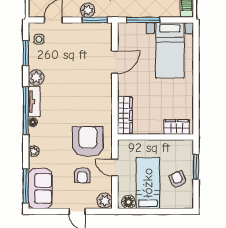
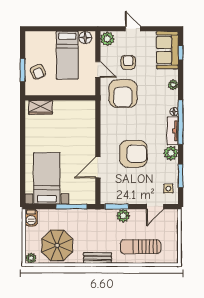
armchair: (77, 77) -> (133, 154), added
wardrobe: (125, 115) -> (89, 118), removed
armchair: (178, 180) -> (38, 72), moved
window: (26, 186) -> (181, 53), width x0.46

